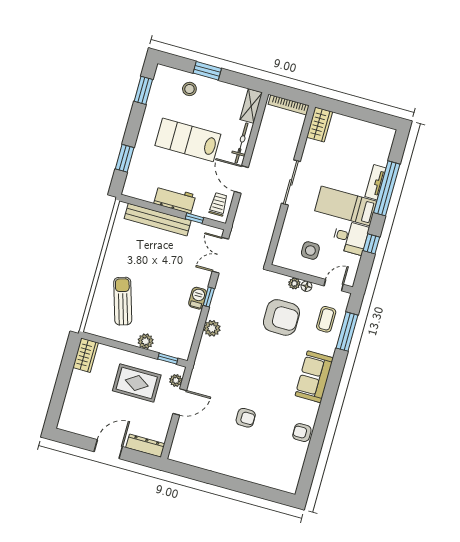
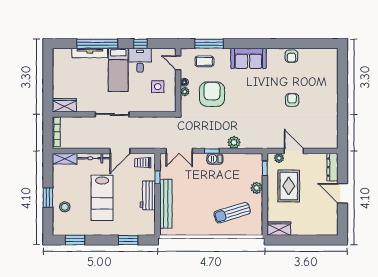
tv unit: (376, 182) -> (90, 53), width x1.41

